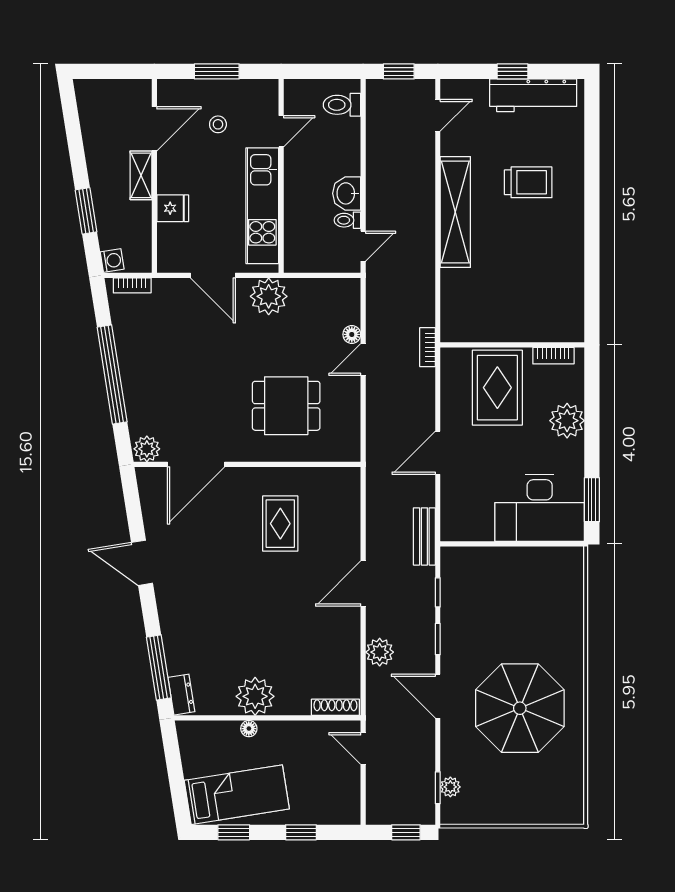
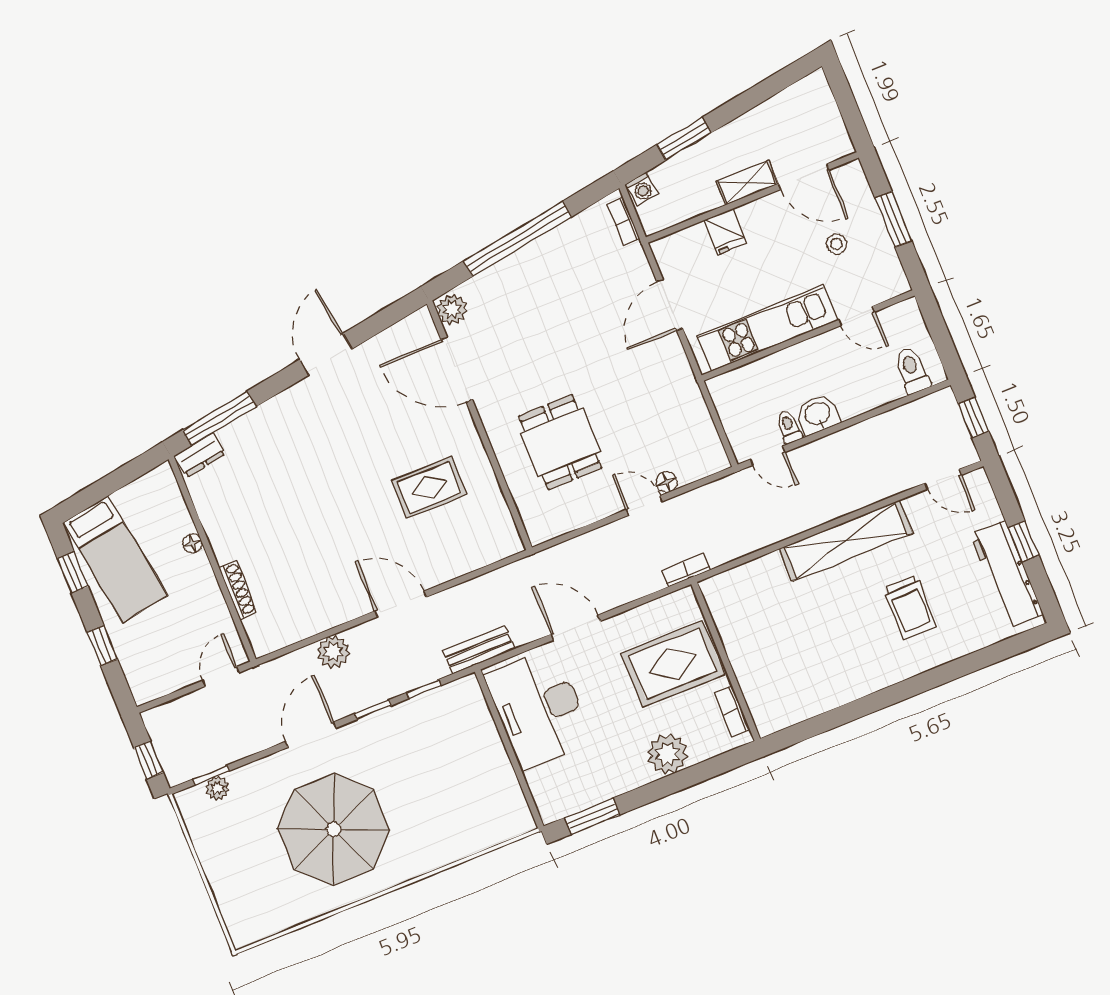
plant: (269, 296) -> (671, 375), removed
desk: (540, 508) -> (539, 709), moved
plant: (255, 696) -> (230, 536), removed
shoe rack: (335, 707) -> (238, 590), moved

